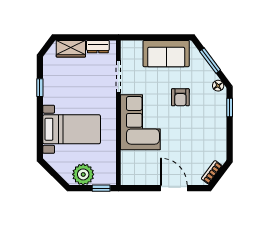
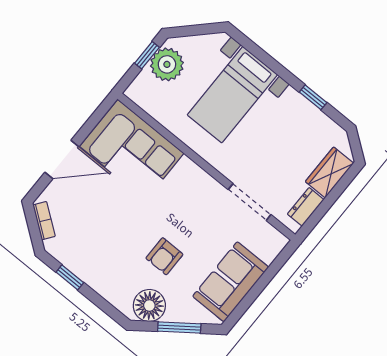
floor lamp: (218, 86) -> (149, 306), width x1.89, depth x1.89
armchair: (180, 97) -> (164, 256), turned -90
window: (230, 108) -> (70, 277), moved
corner sofa: (140, 122) -> (132, 150), moved
window: (101, 188) -> (147, 55), moved

